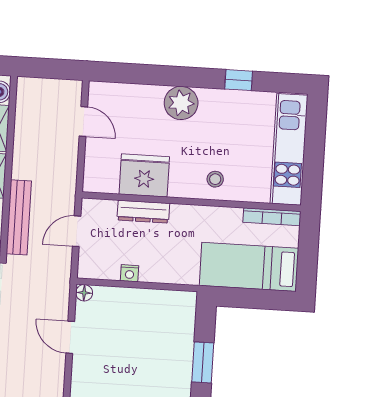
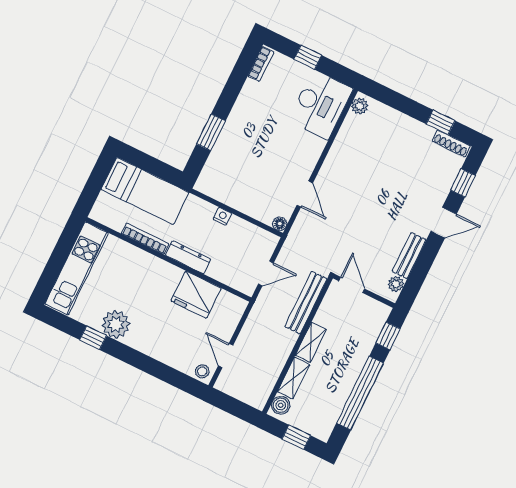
plant: (181, 103) -> (116, 324), moved
stool: (215, 179) -> (202, 371), moved
dresser: (143, 212) -> (188, 257), moved
bookcase: (272, 217) -> (145, 239), moved
nightstand: (130, 273) -> (222, 216), moved

